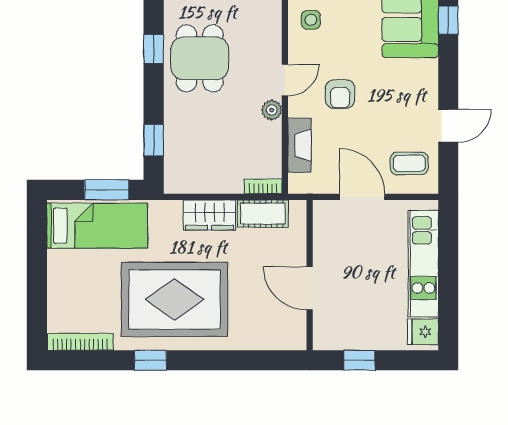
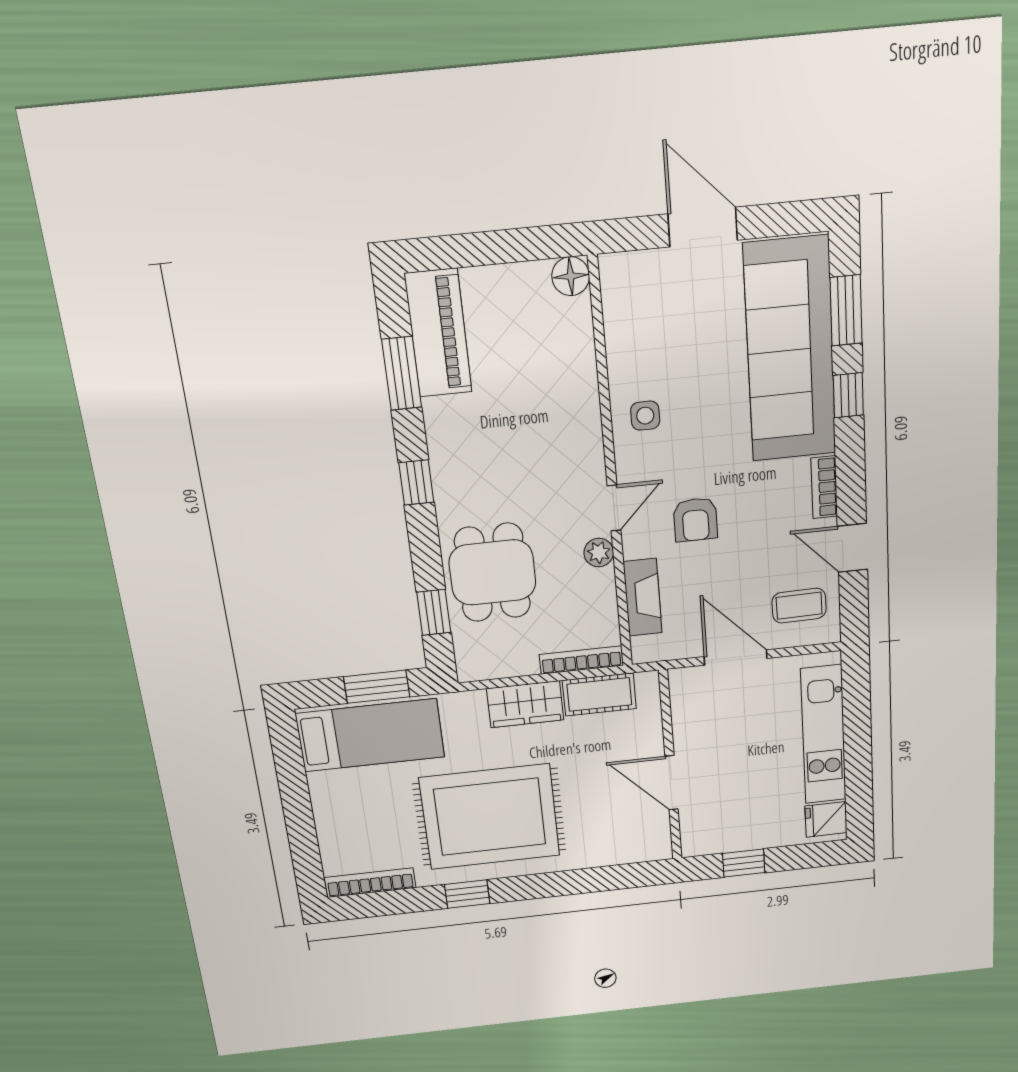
dining table: (200, 58) -> (492, 573), moved
bookcase: (430, 81) -> (824, 487), added
door: (448, 126) -> (852, 548), swing flipped
bookcase: (263, 186) -> (581, 660), width x1.56

